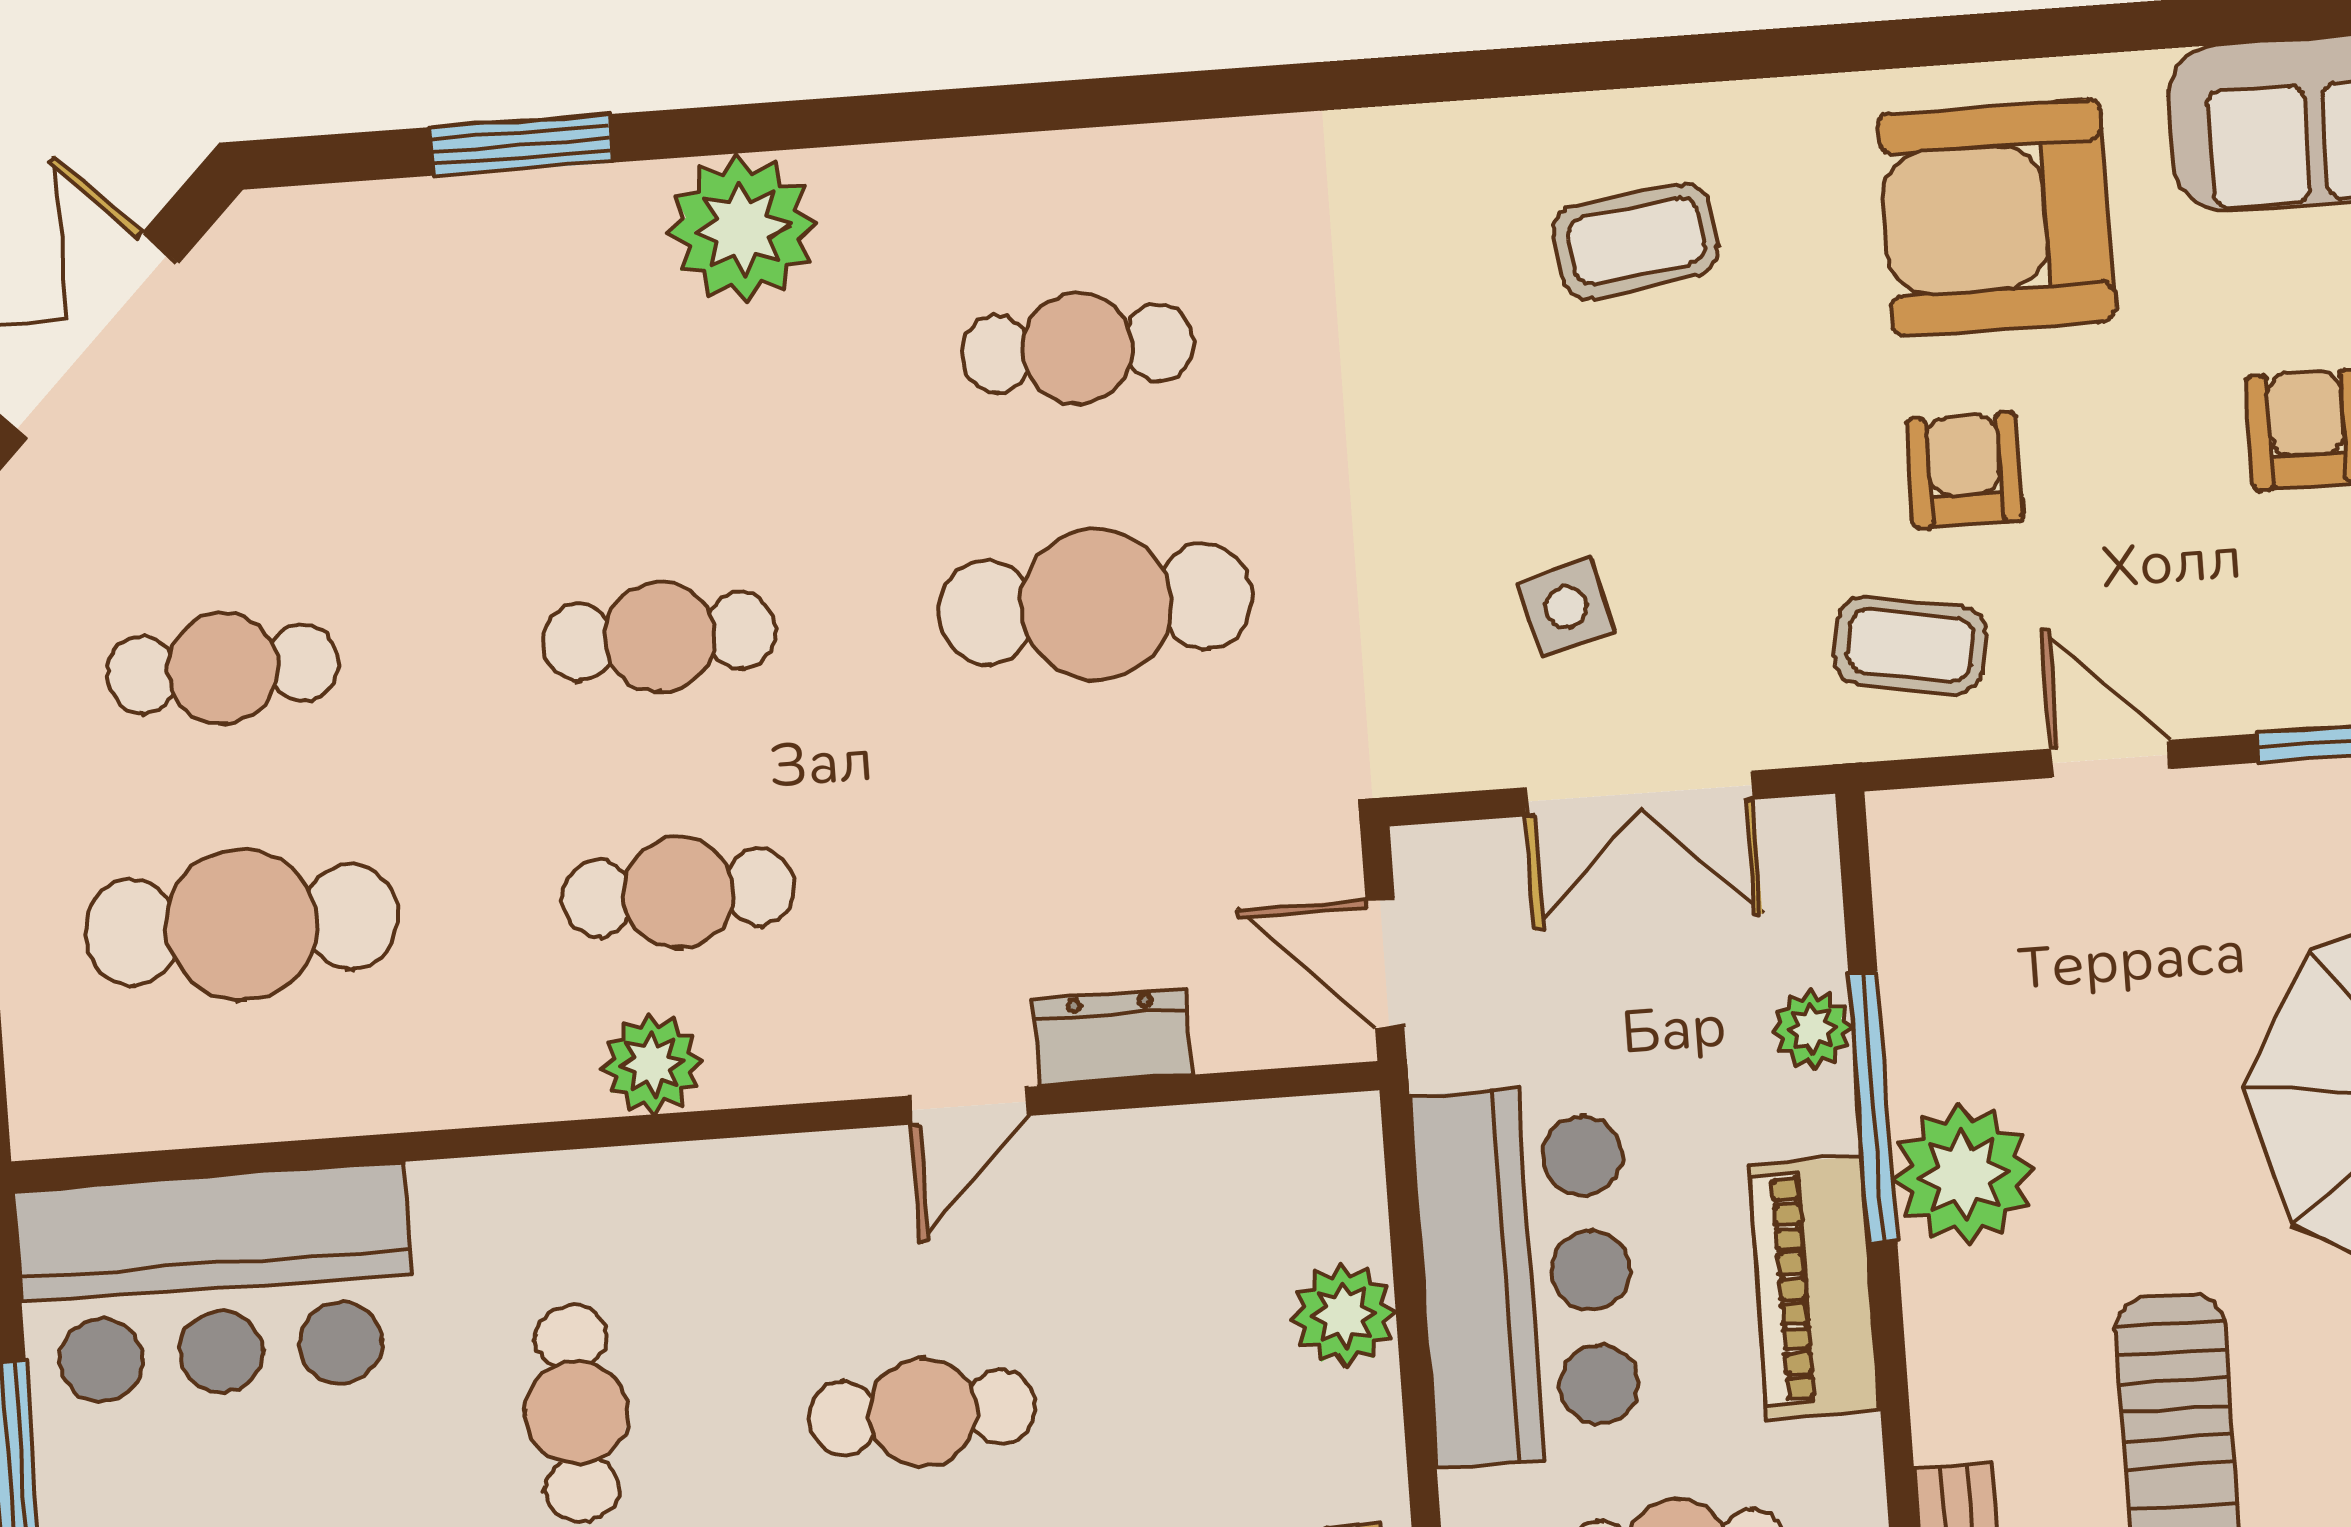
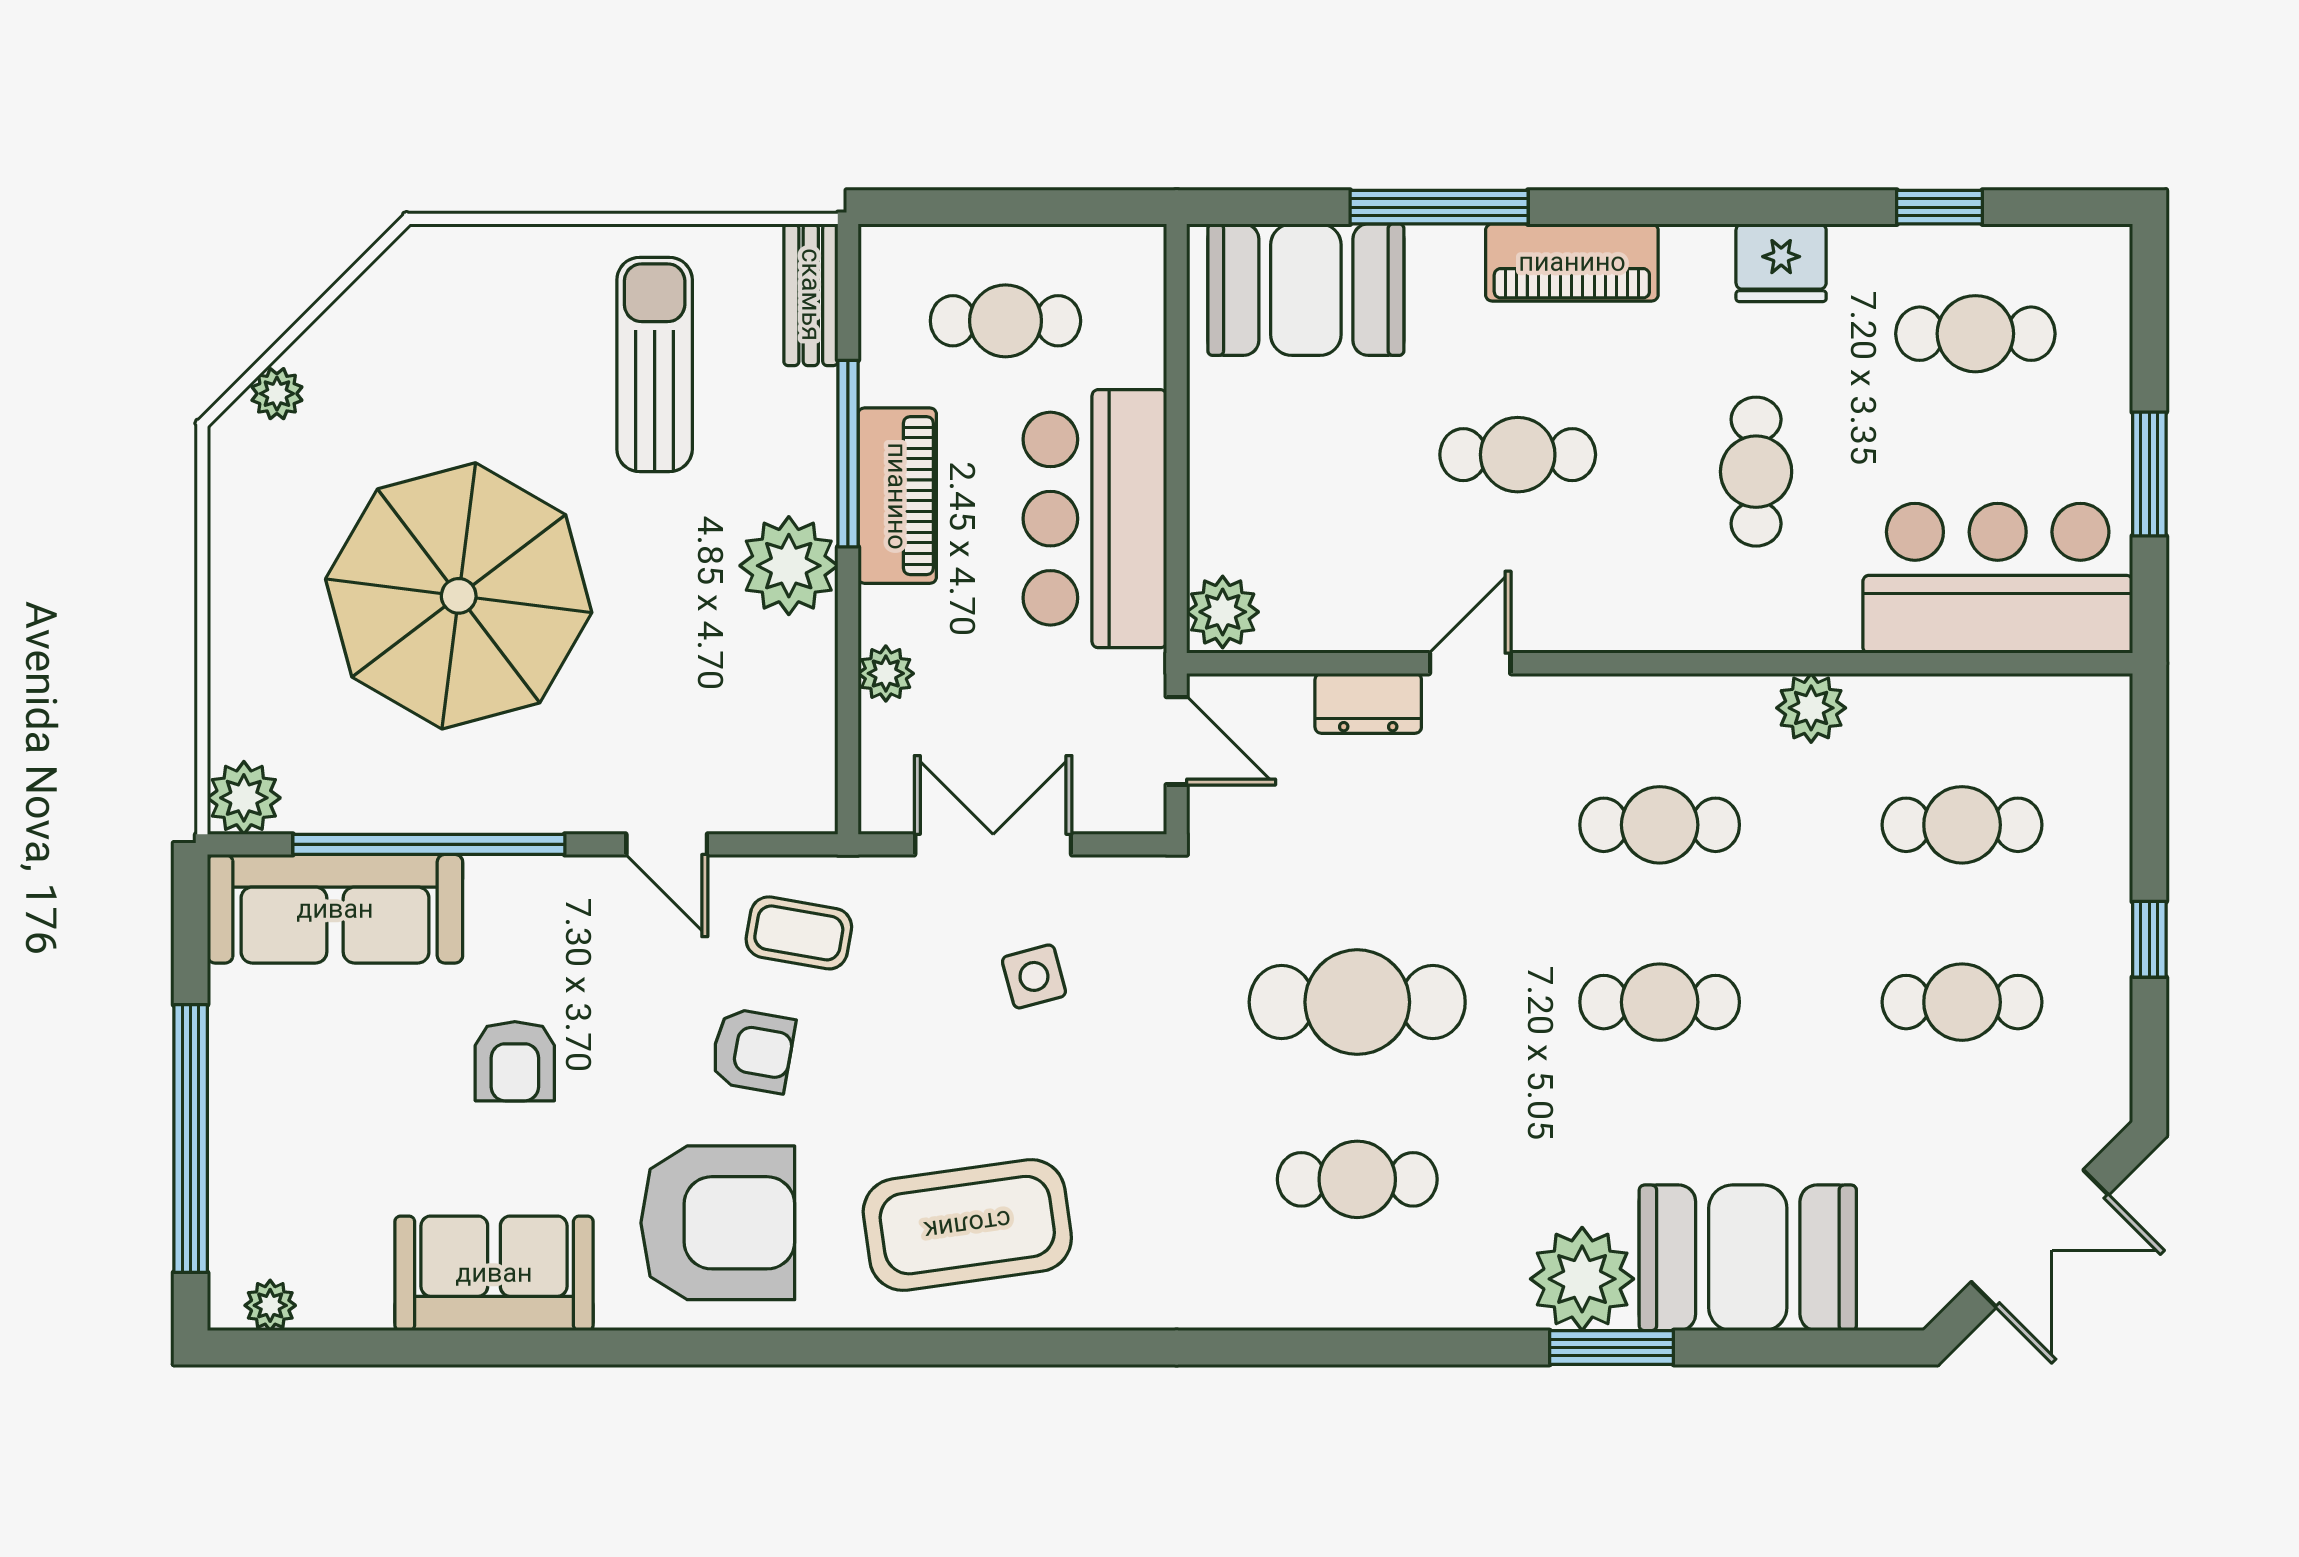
window: (521, 145) -> (1612, 1348), moved
coffee table: (1636, 241) -> (967, 1225), width x1.86, depth x1.72
booth: (505, 276) -> (1748, 1258), added
armchair: (1964, 470) -> (753, 1051), turned -80
cafe table: (241, 925) -> (1962, 825), width x0.73, depth x0.74
plant: (652, 1064) -> (1811, 708), moved
window: (1873, 1107) -> (848, 454), moved
plant: (1344, 1315) -> (1223, 612), moved

